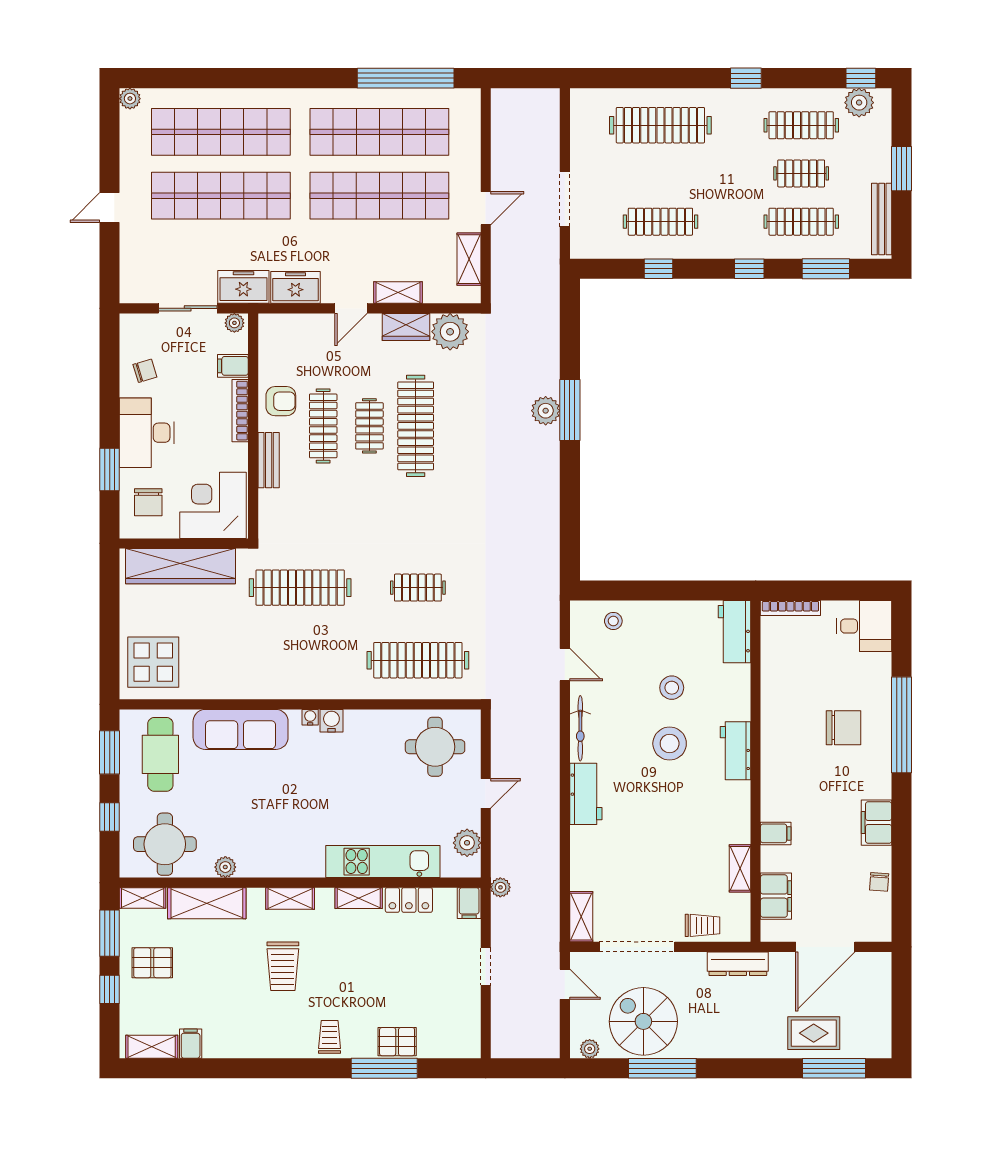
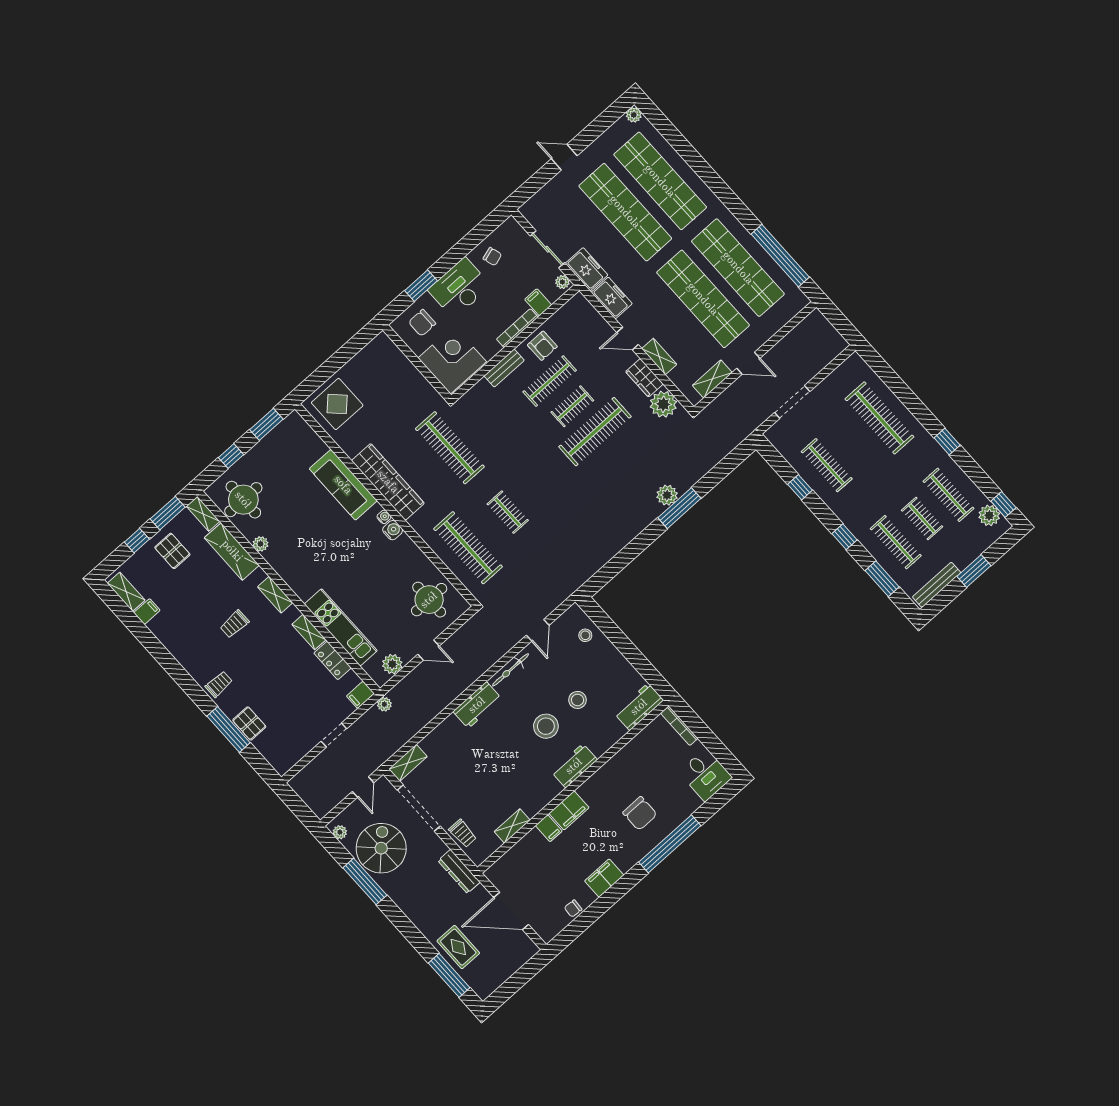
wardrobe: (180, 566) -> (388, 482), moved, turned 180
cafe table: (160, 754) -> (290, 453), removed
filing cabinet: (776, 896) -> (569, 810), moved
trolley: (283, 966) -> (234, 624), width x0.73, depth x0.72

